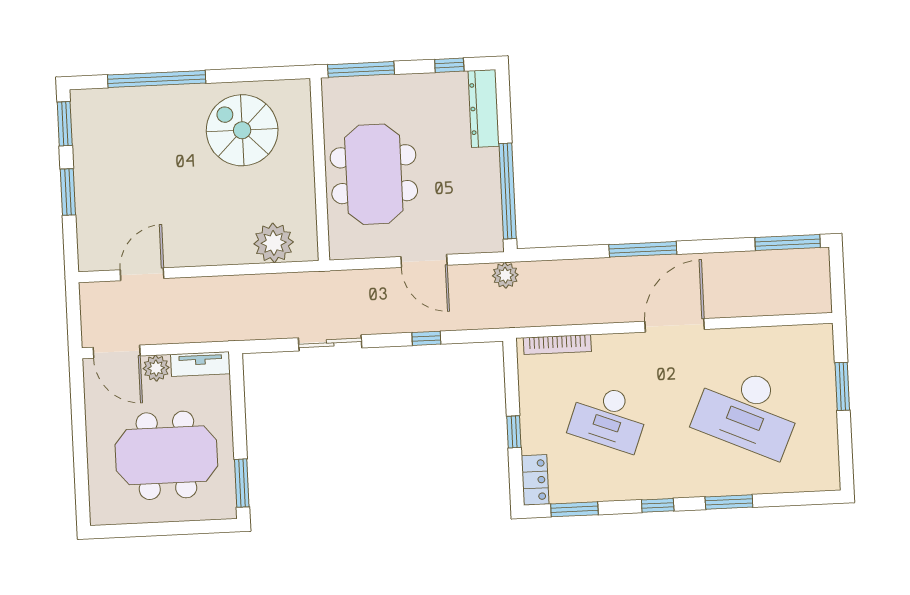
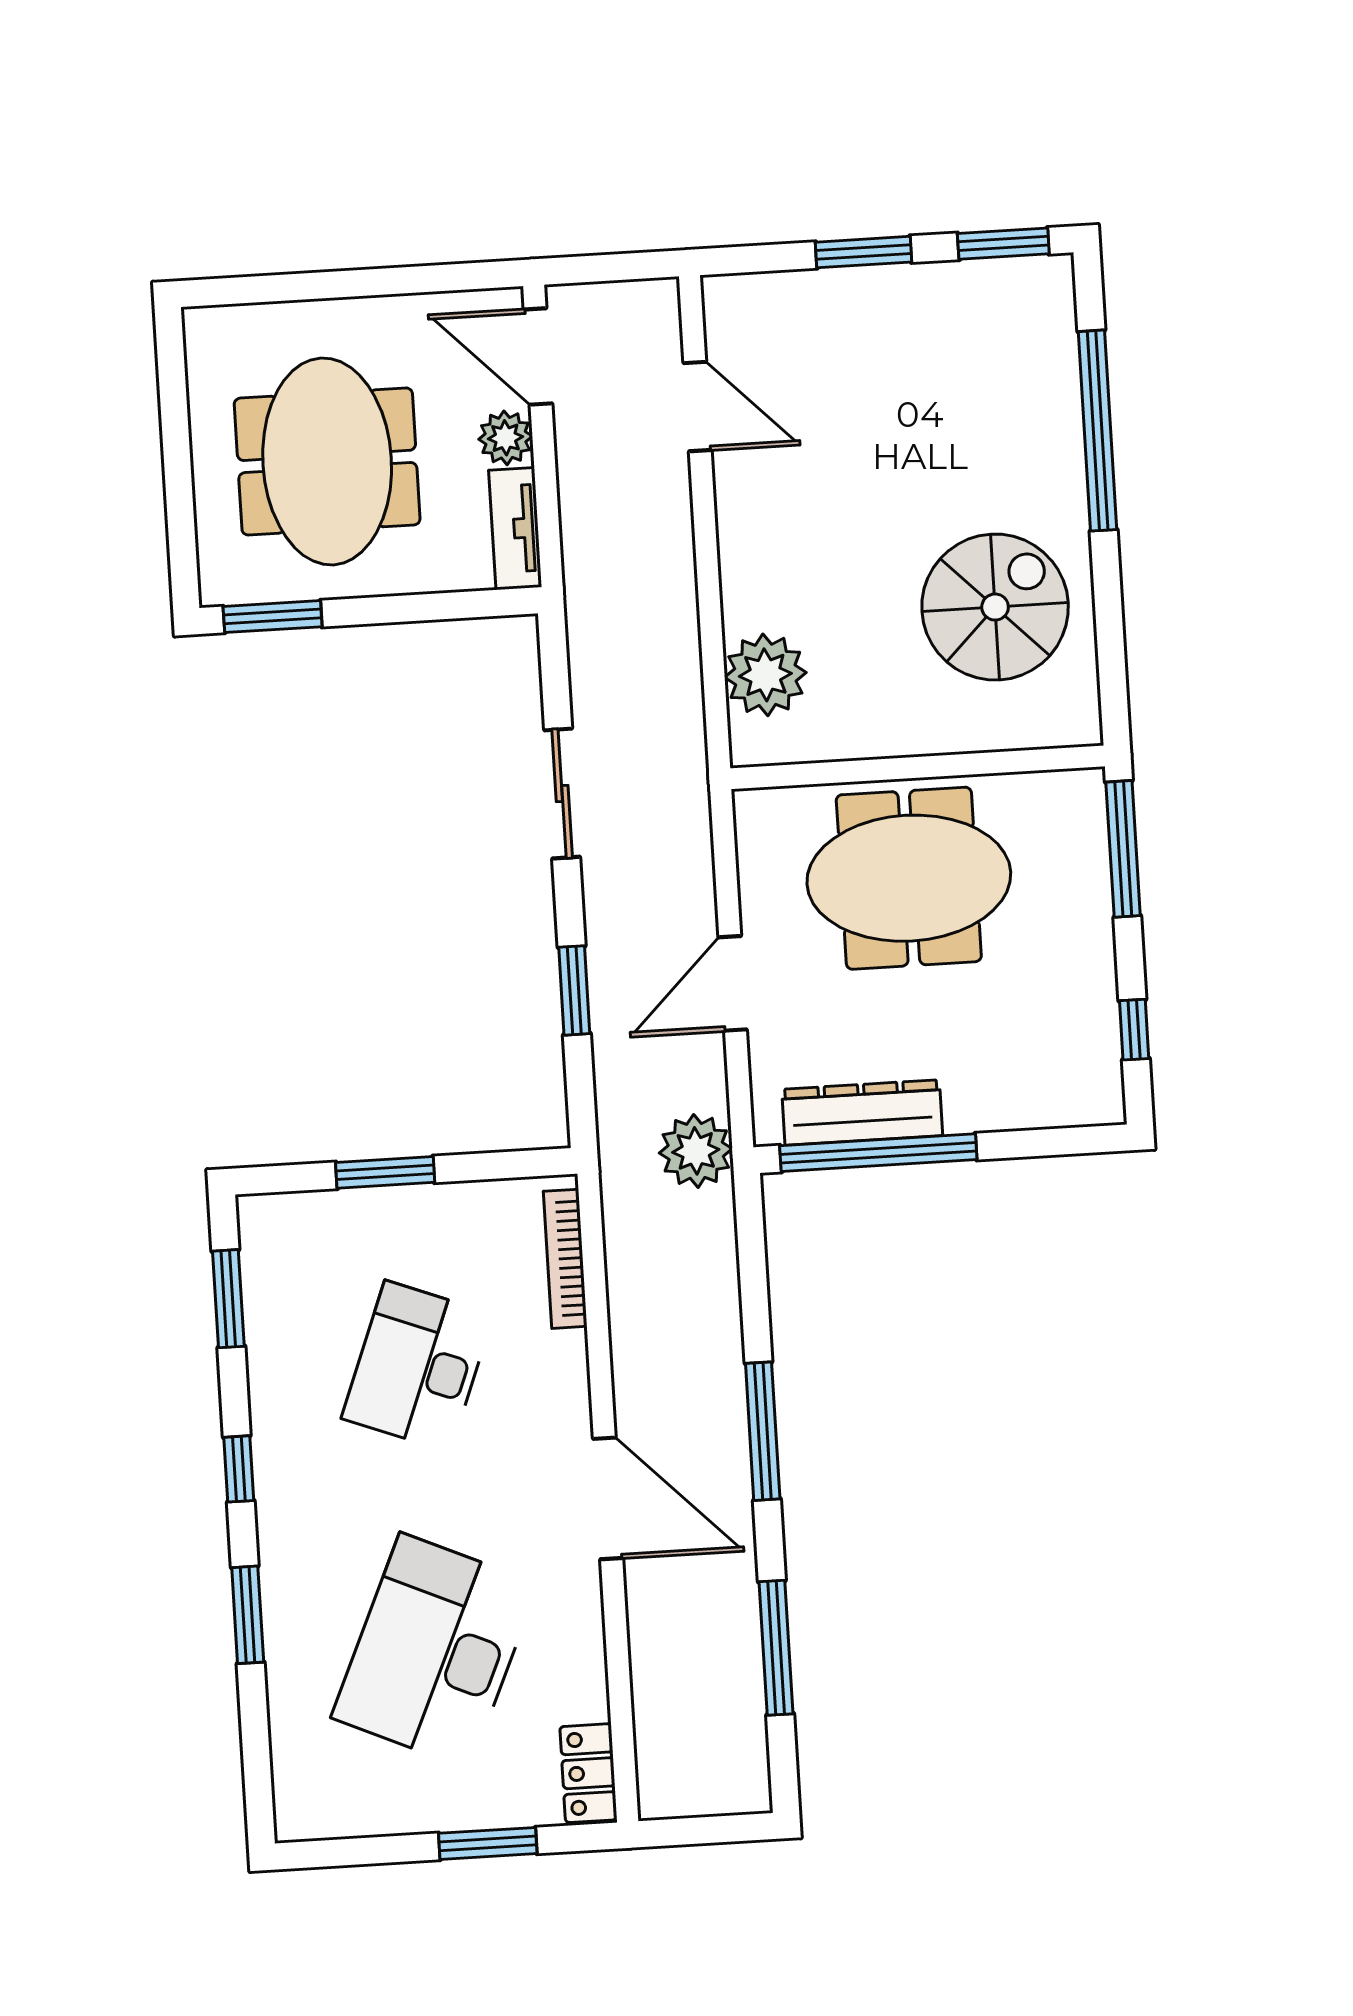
dresser: (484, 109) -> (862, 1112), moved
window: (788, 242) -> (776, 1648), moved
plant: (505, 275) -> (696, 1151), width x1.36, depth x1.36
window: (426, 338) -> (574, 990), width x1.50
door: (117, 352) -> (538, 356), hinge flipped
window: (514, 432) -> (385, 1172), width x1.50
locker: (535, 480) -> (588, 1773), moved, turned 90

